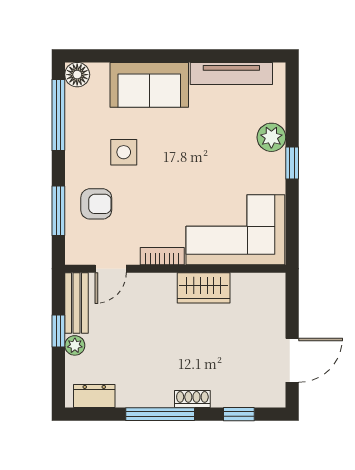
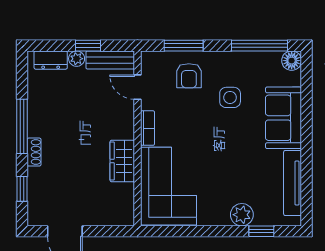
window: (292, 163) -> (261, 231), moved
dresser: (94, 396) -> (51, 60), moved, turned 90

